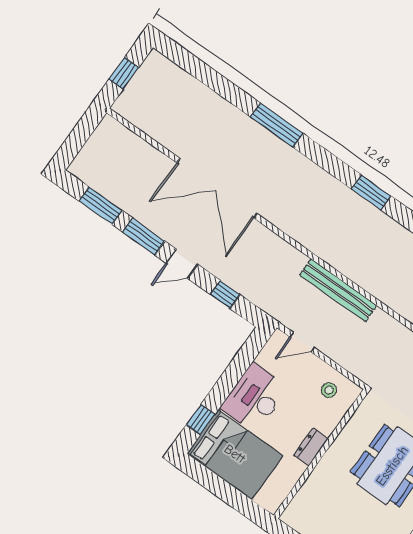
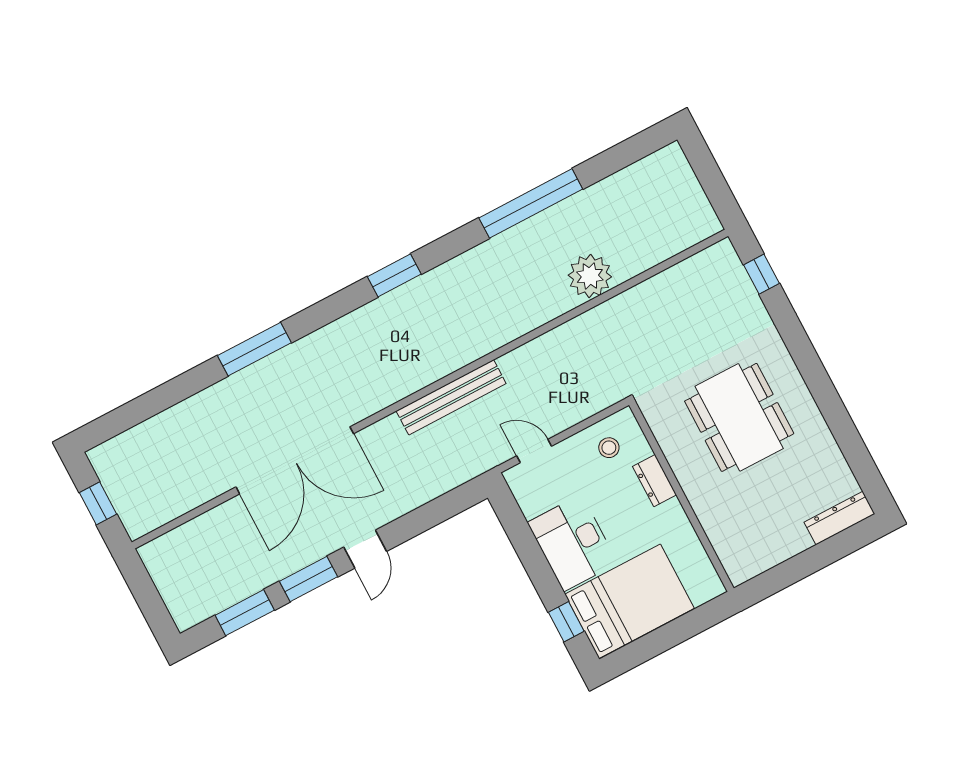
bench: (338, 290) -> (451, 397), moved
window: (225, 295) -> (429, 516), removed
door: (302, 342) -> (534, 451), swing flipped
dresser: (311, 447) -> (655, 481), moved

